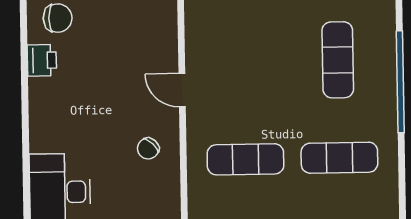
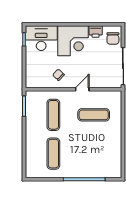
exercise mat: (338, 60) -> (94, 115), moved
corner desk: (65, 115) -> (73, 41), added

